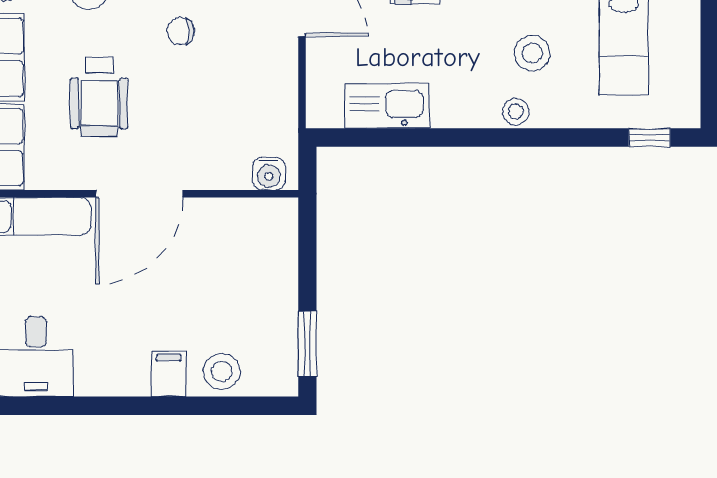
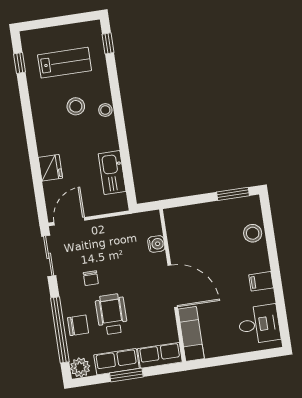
wheelchair: (99, 97) -> (111, 314), moved, turned -90
water cooler: (269, 174) -> (156, 244), moved
filing cabinet: (169, 374) -> (261, 281), moved

